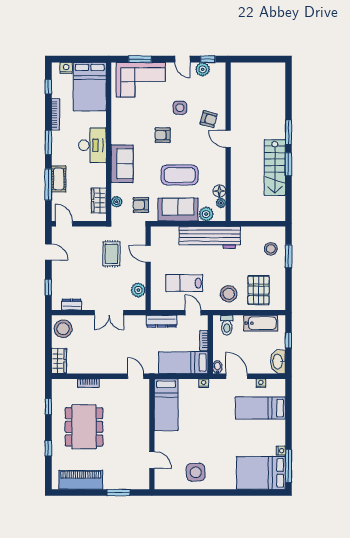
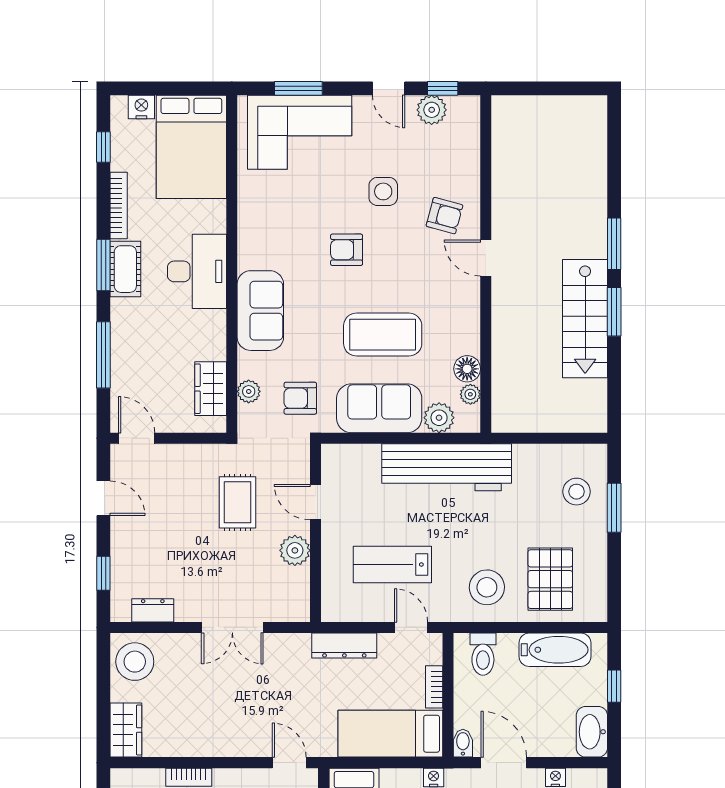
cot: (59, 179) -> (125, 269), moved
plant: (138, 290) -> (295, 550), moved

